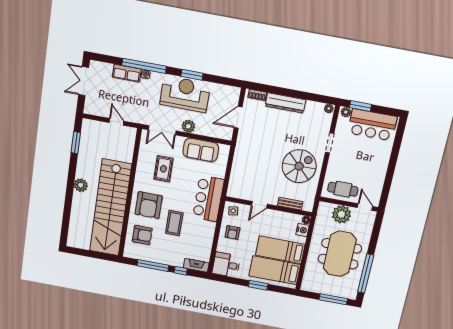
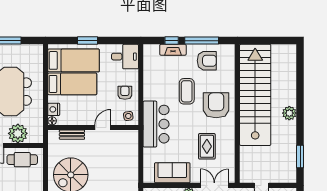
armchair: (142, 235) -> (207, 61), moved, turned 180
fireplace: (196, 265) -> (173, 50), moved

